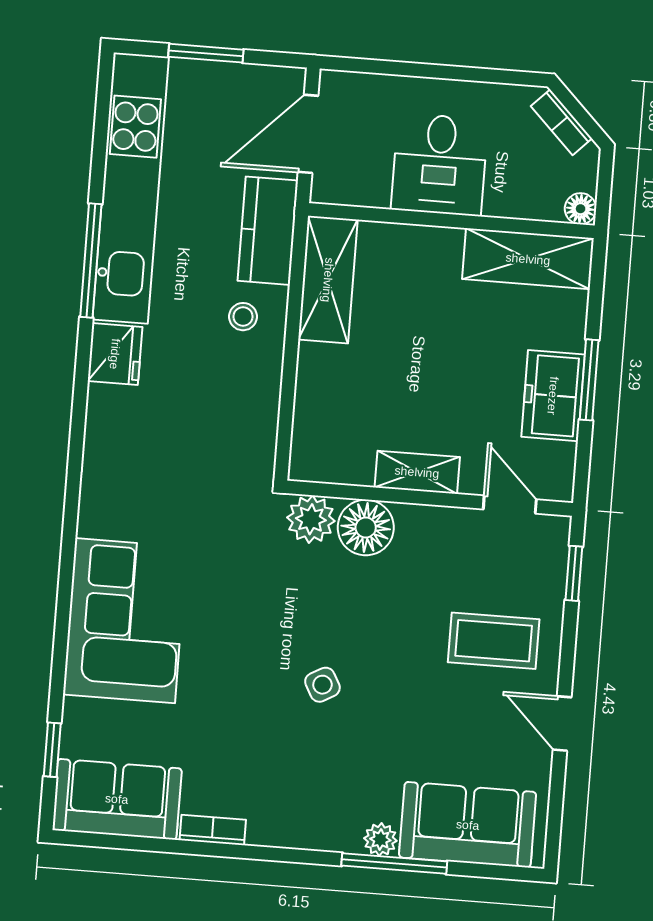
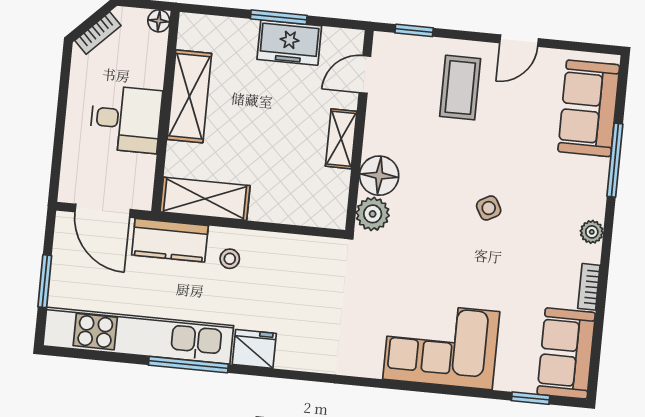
shelving: (528, 259) -> (189, 96), moved
plant: (380, 839) -> (592, 232), moved

